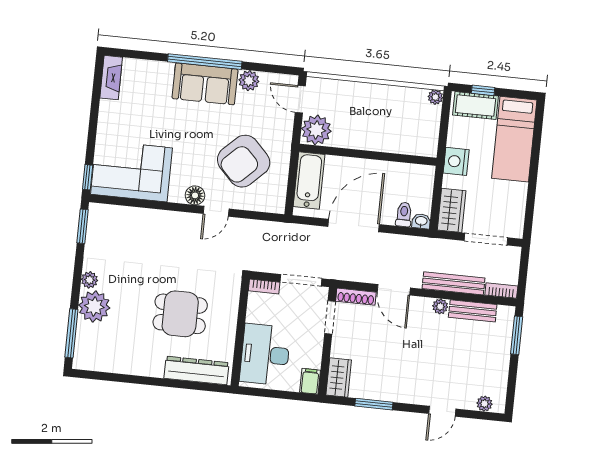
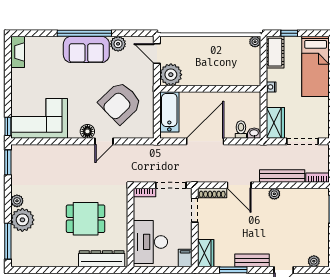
cot: (475, 106) -> (275, 52), moved, turned 90
nightstand: (456, 161) -> (271, 87), width x0.53, depth x0.56
bench: (473, 311) -> (252, 260), moved

